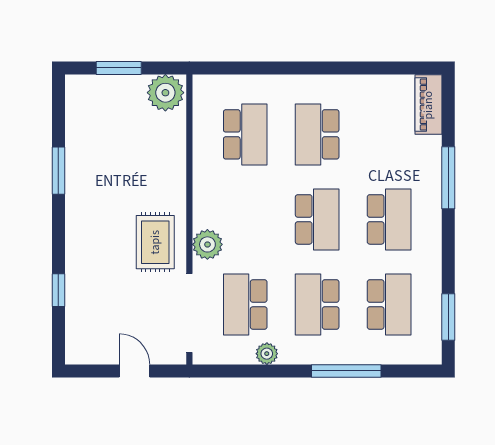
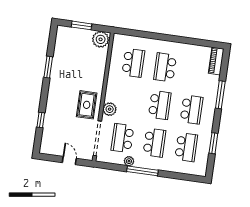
school desk: (317, 304) -> (154, 143), turned 180
window: (448, 317) -> (213, 143), moved
window: (346, 371) -> (142, 171), moved

